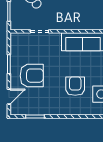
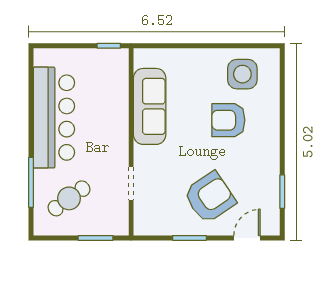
armchair: (32, 76) -> (210, 197), turned 56
door: (9, 97) -> (247, 238), hinge flipped

